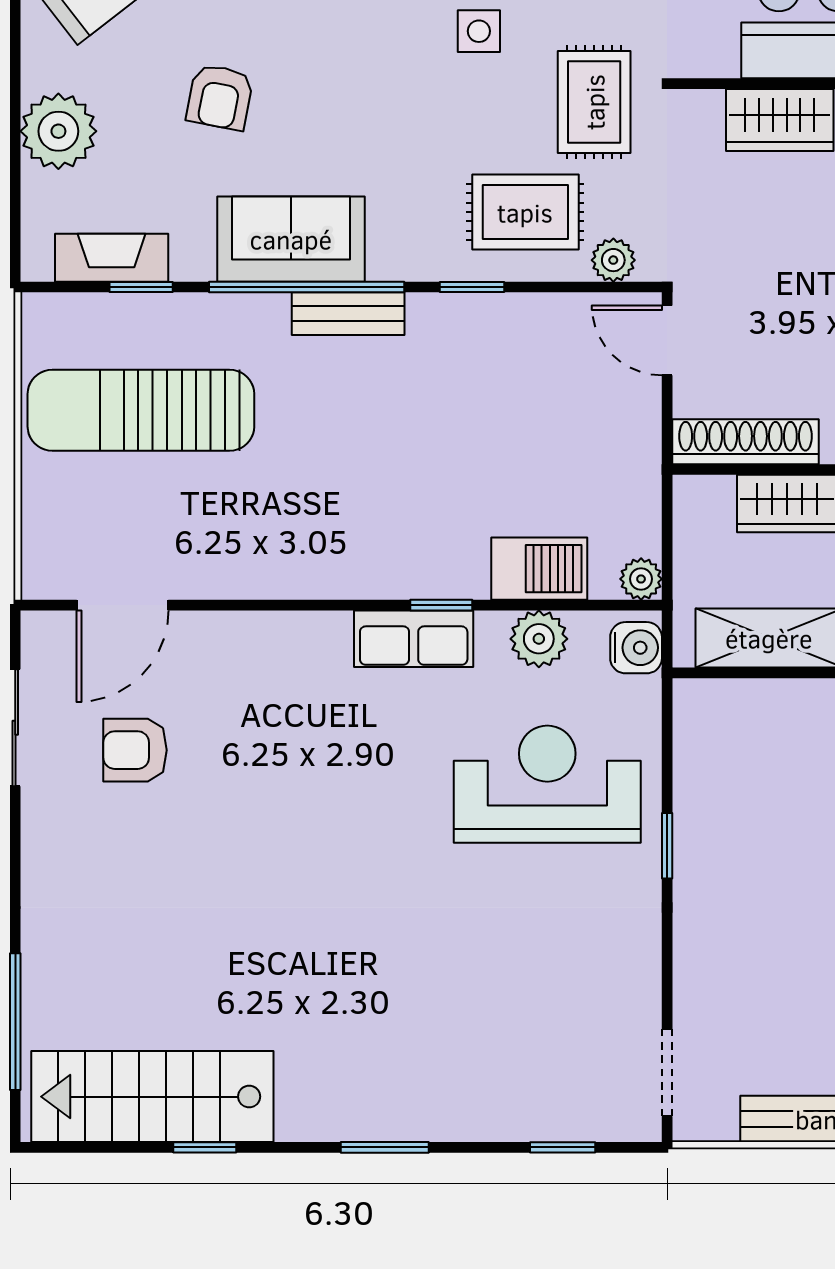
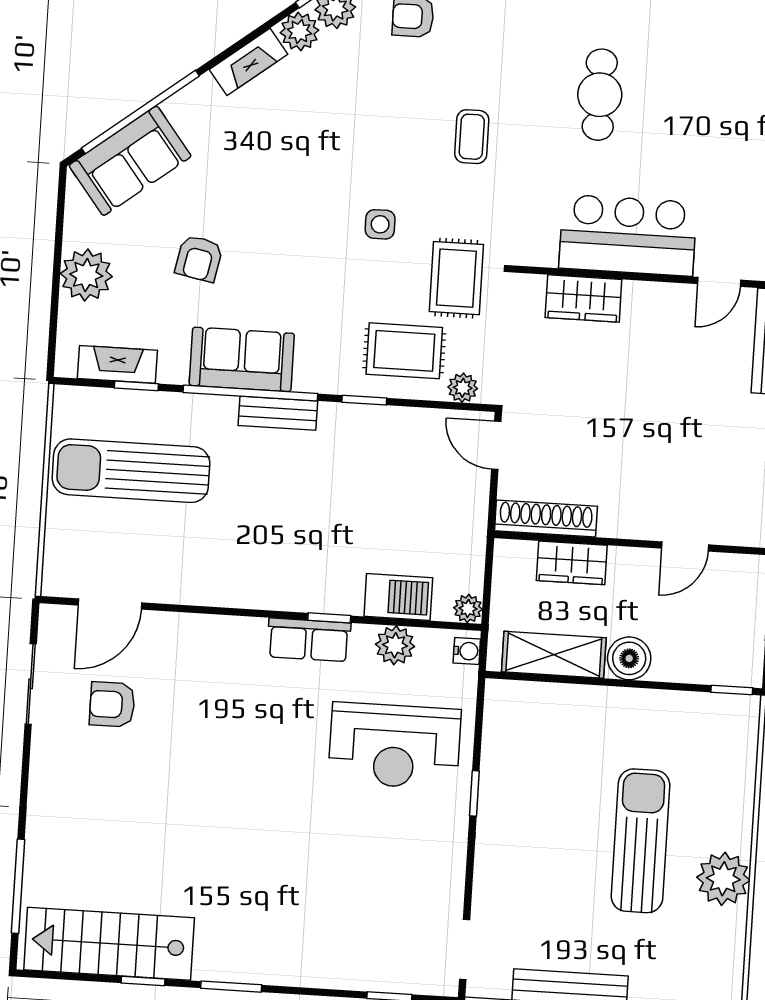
water cooler: (636, 648) -> (467, 651), width x0.72, depth x0.72
reception desk: (547, 784) -> (395, 746), turned 180
window: (385, 1147) -> (231, 987), moved

